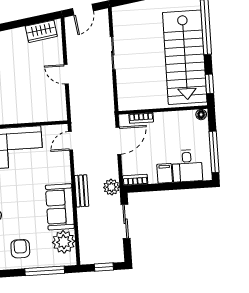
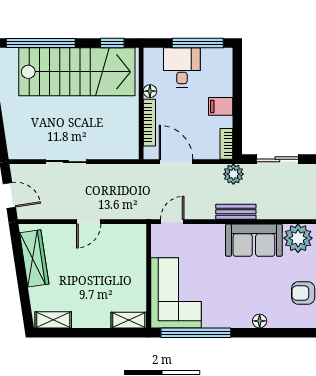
wardrobe: (41, 31) -> (34, 258), width x1.50
floor lamp: (201, 115) -> (150, 91), moved
bookcase: (141, 118) -> (149, 123), width x1.56
door: (70, 141) -> (172, 222), swing flipped
desk: (187, 166) -> (182, 67), moved, turned -90

